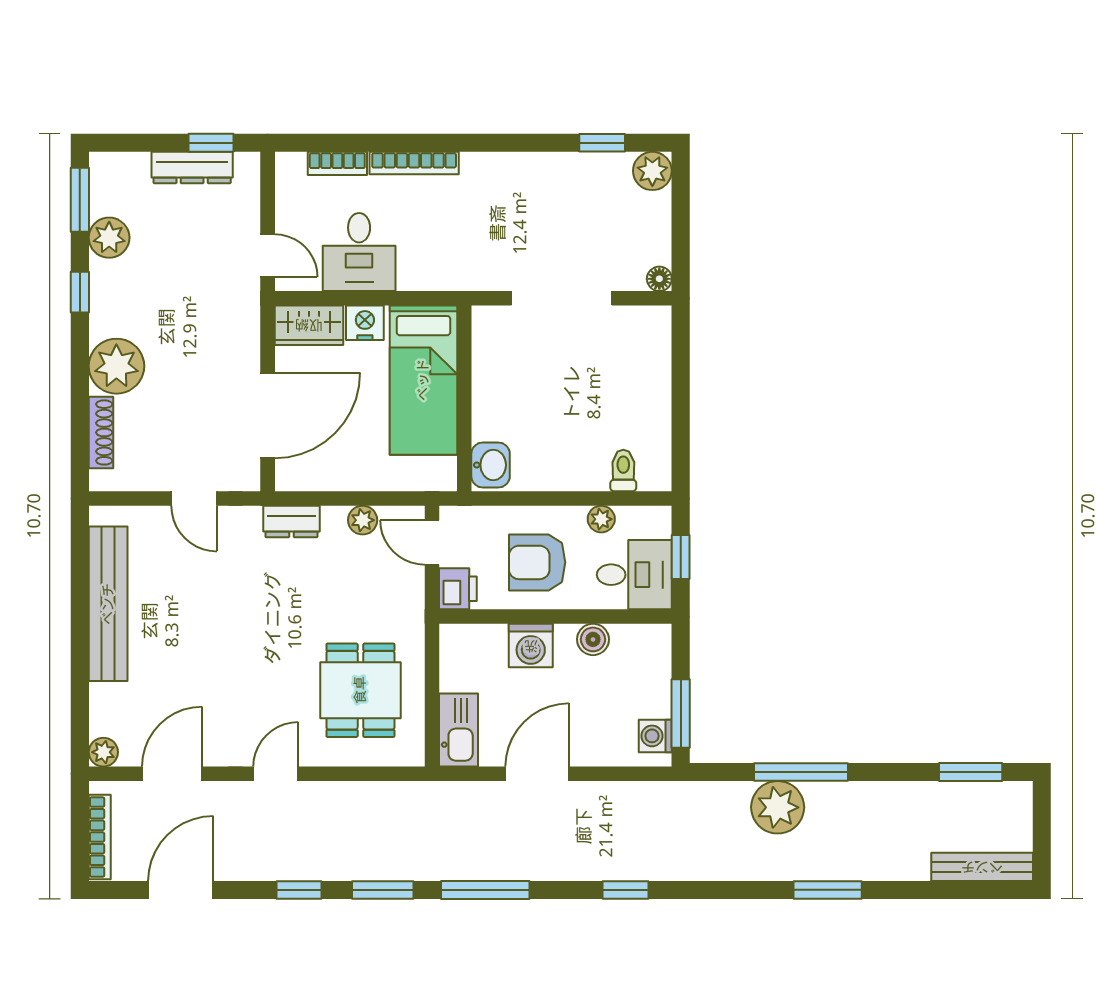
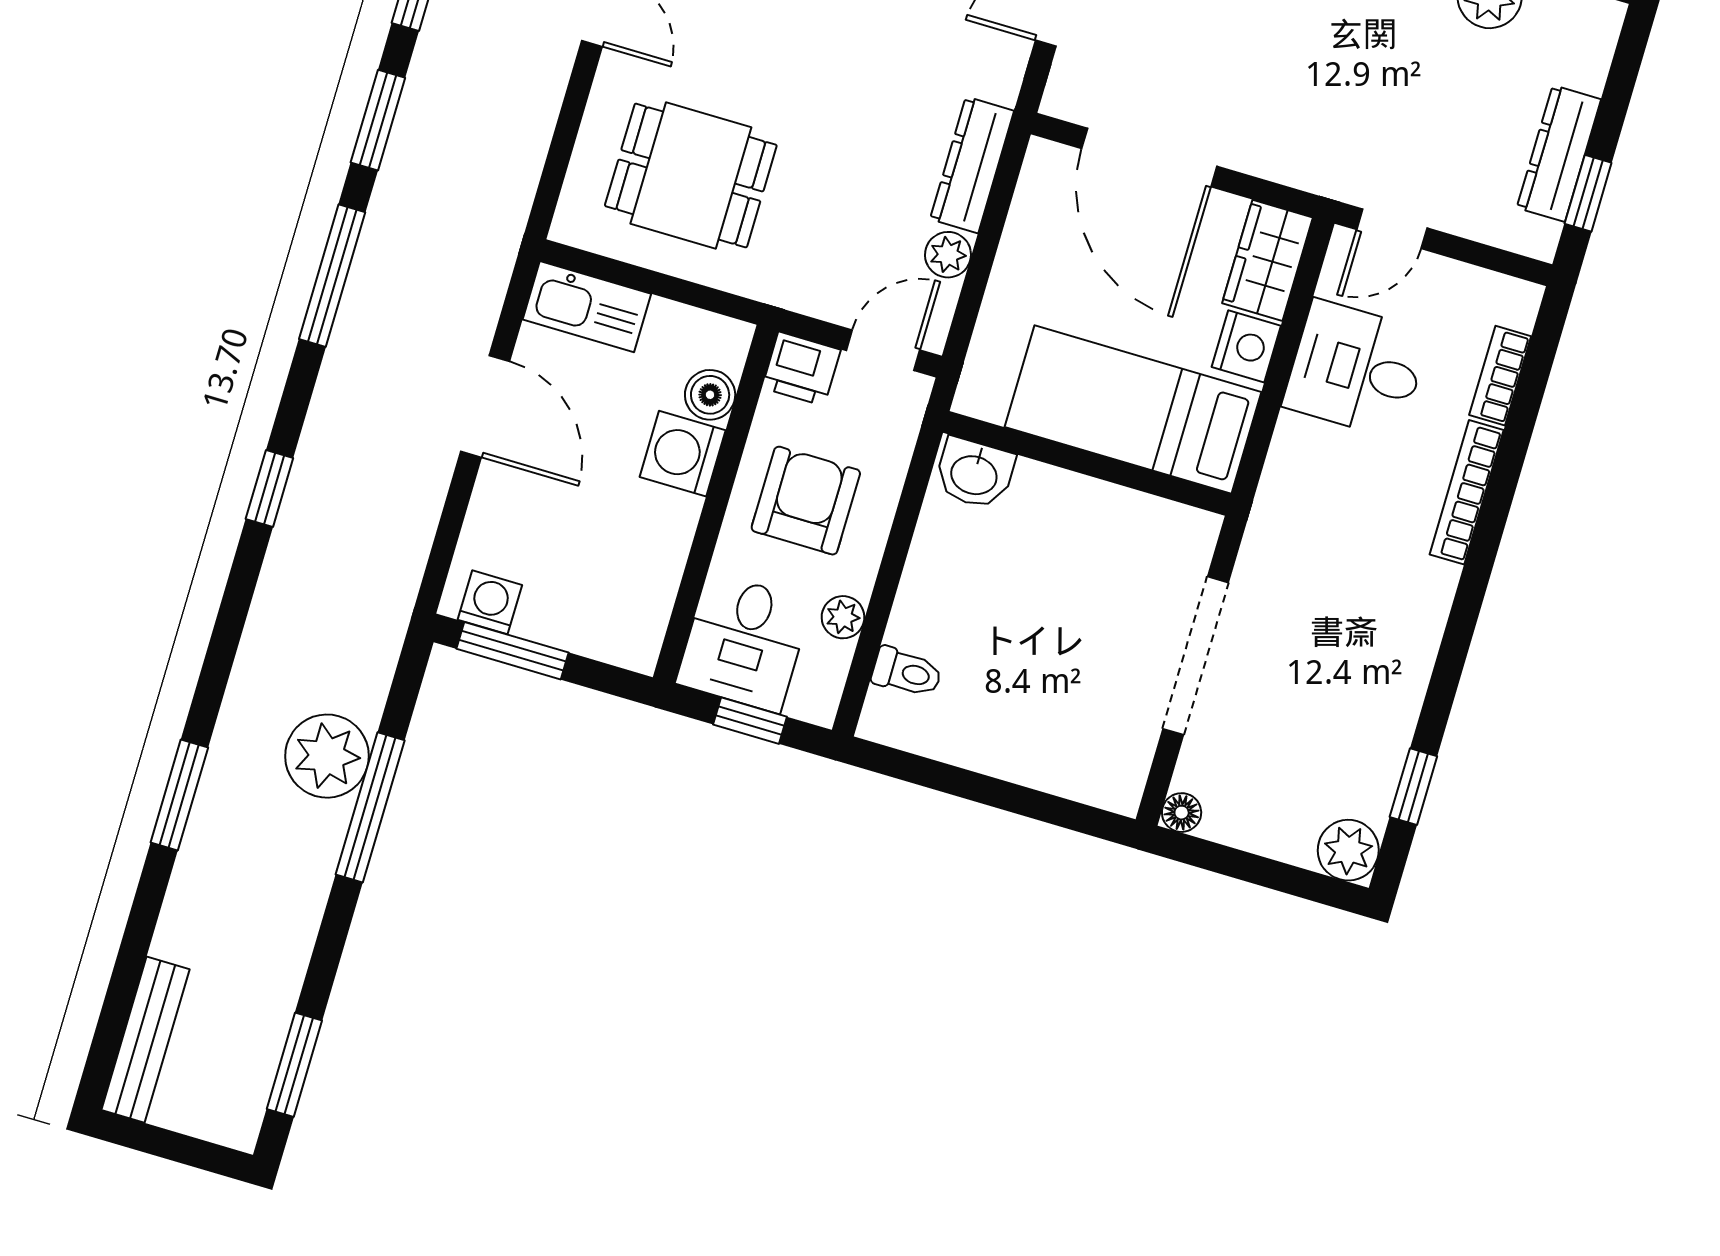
dresser: (292, 522) -> (972, 165), width x1.44
boiler: (593, 639) -> (710, 395), moved

